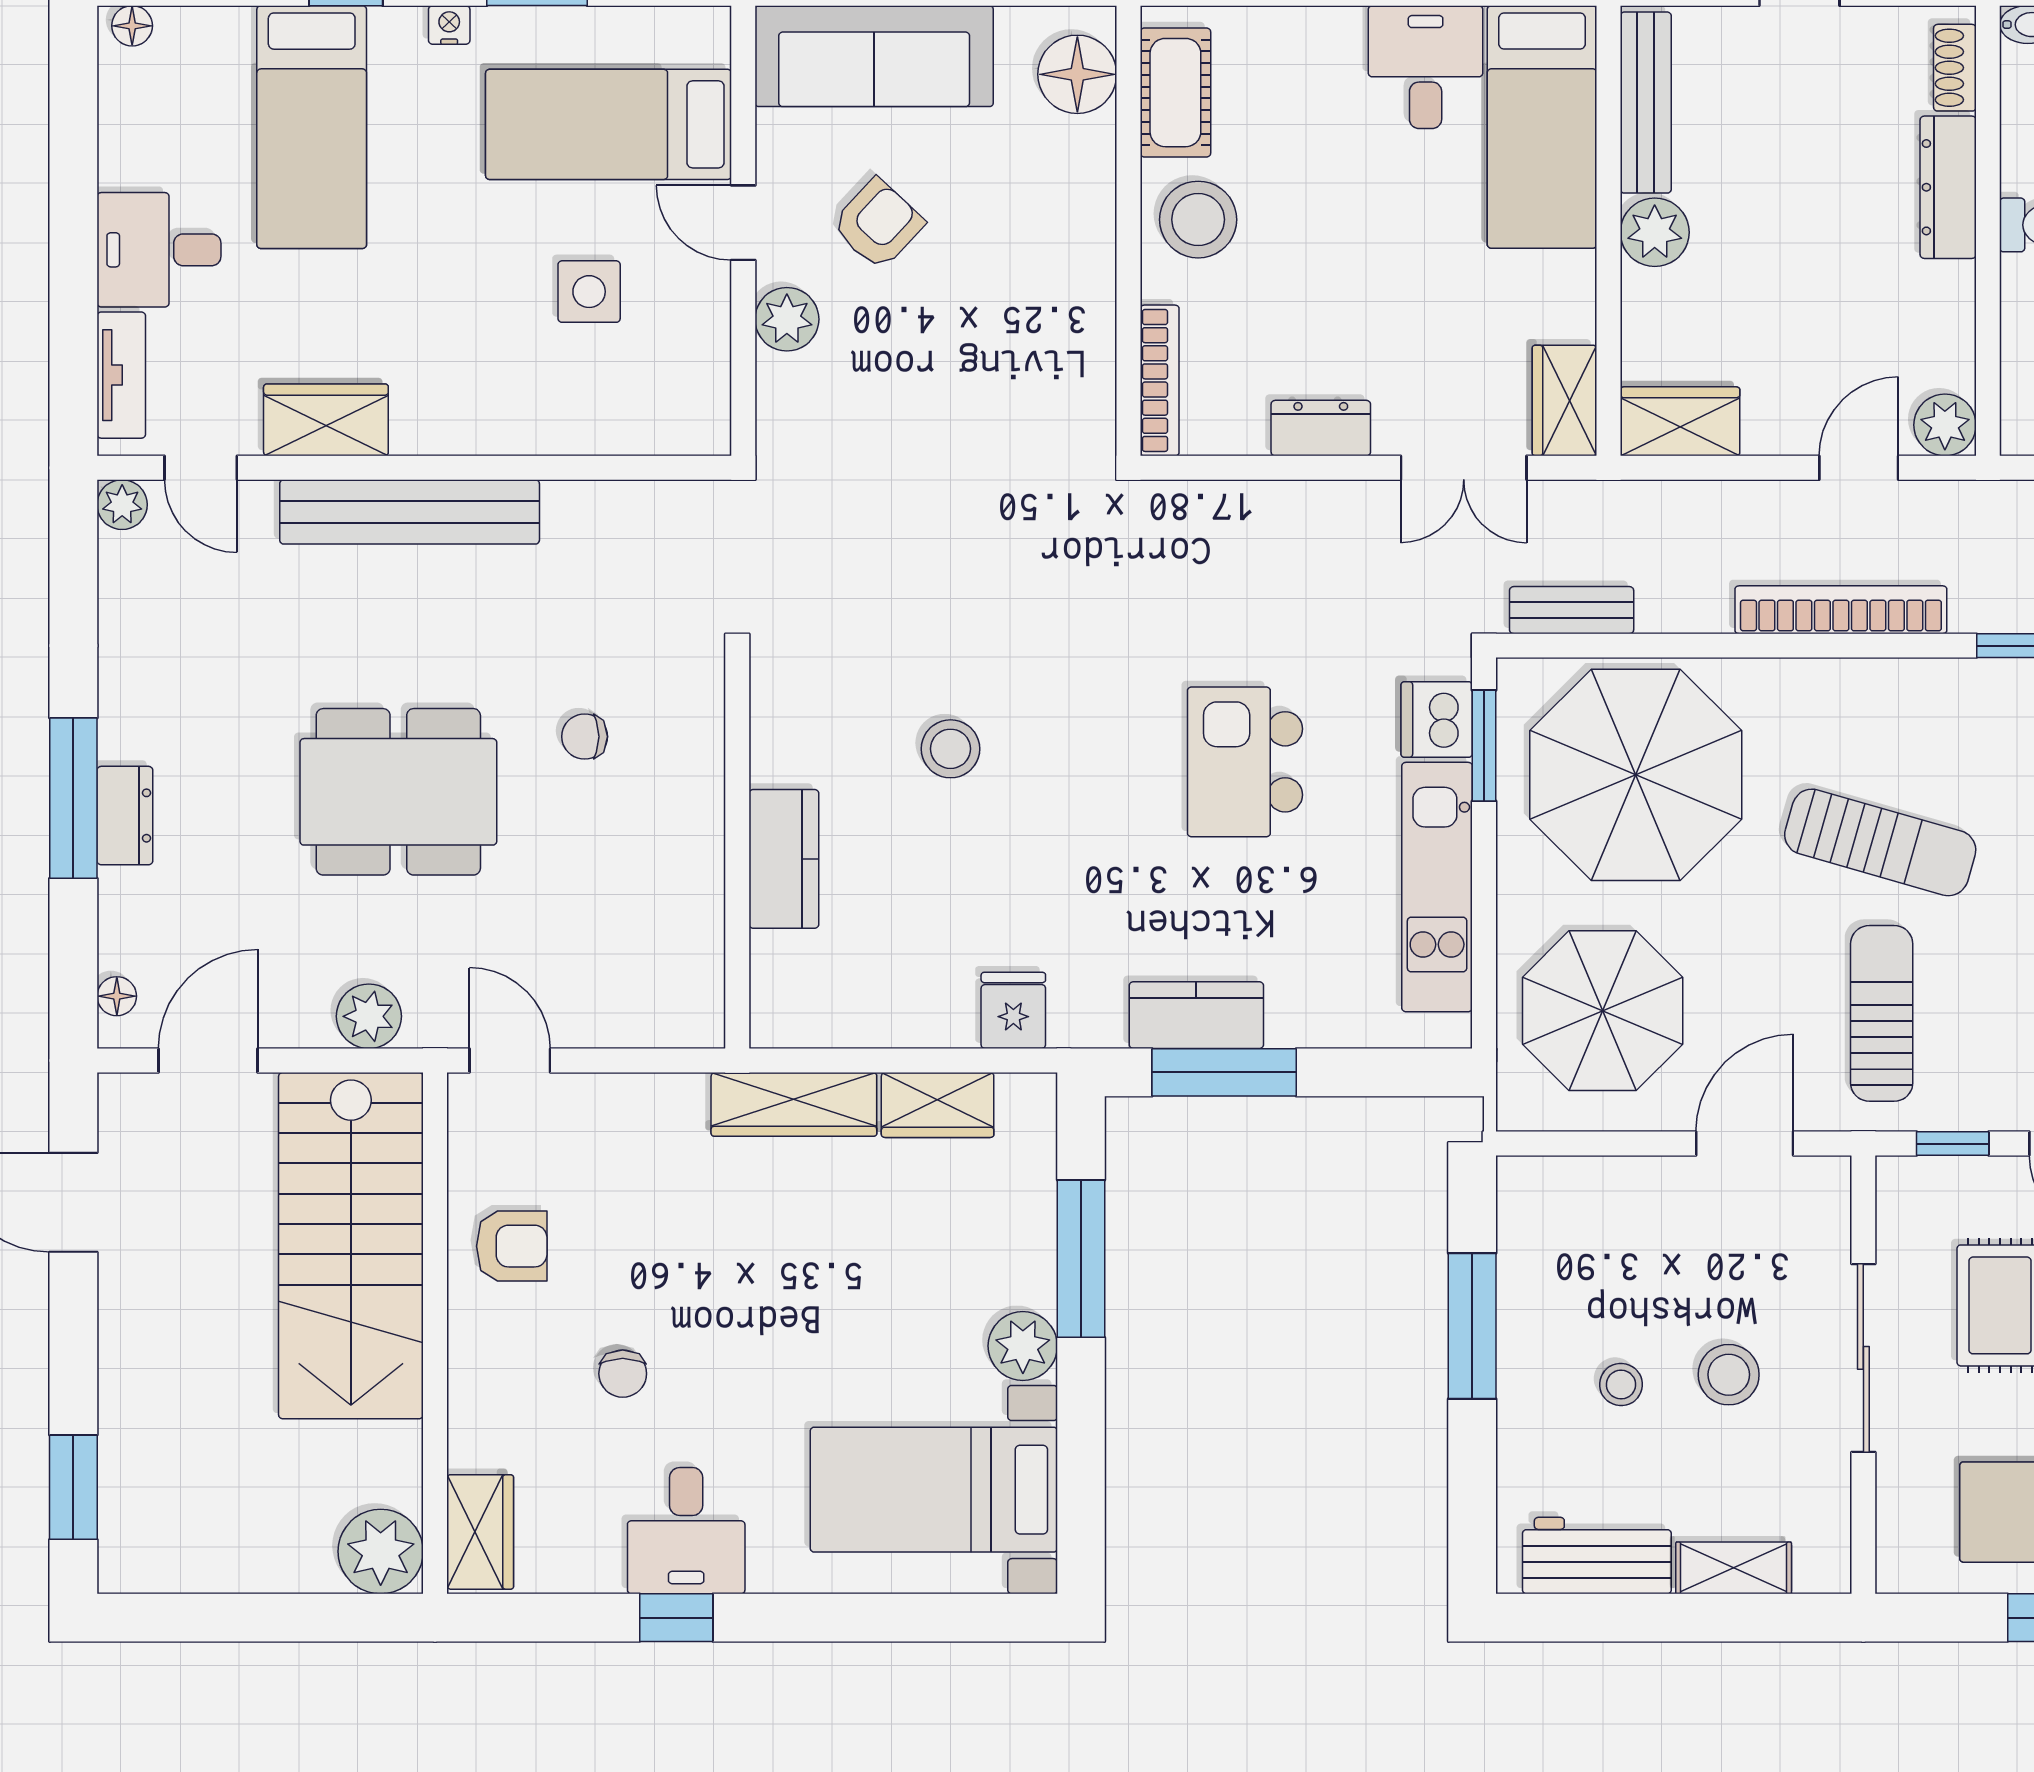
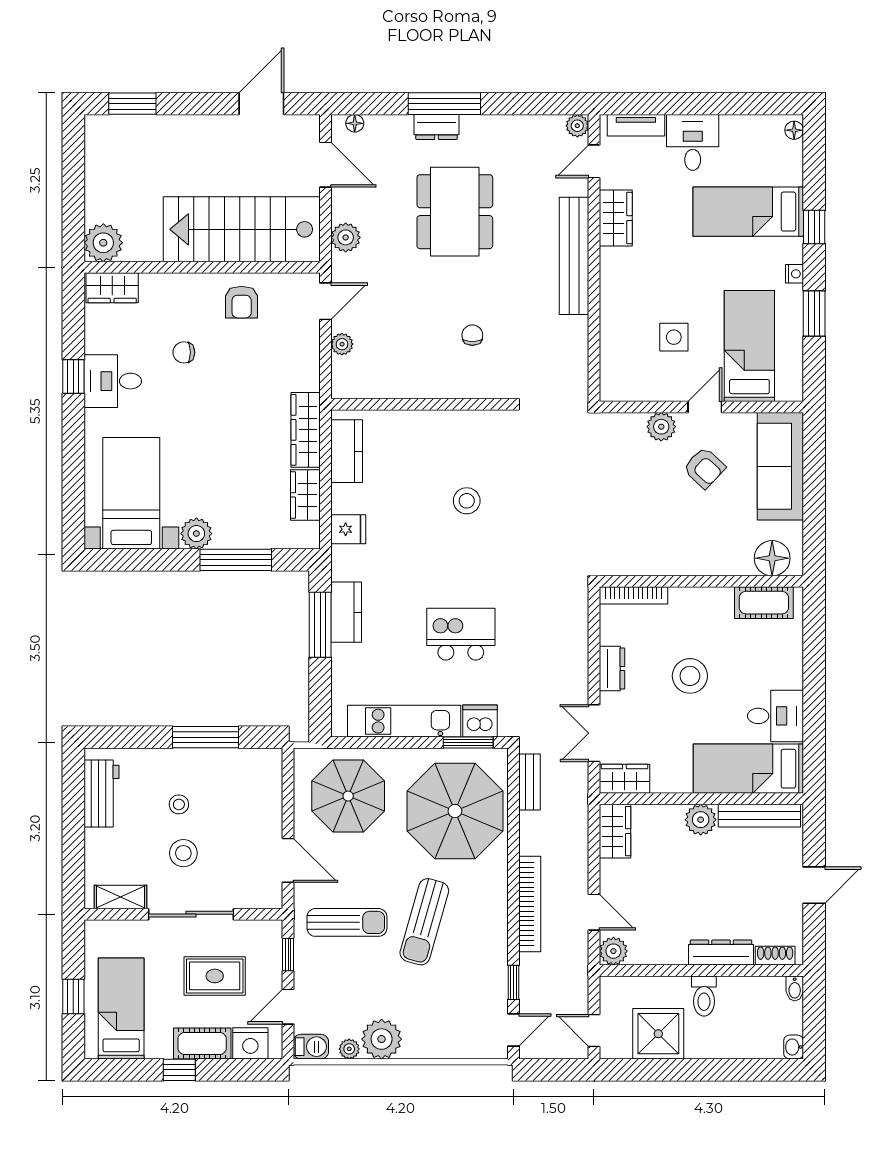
stool: (1198, 220) -> (690, 676), moved
dining table: (398, 792) -> (455, 212), moved
kitchen counter: (784, 859) -> (347, 451), moved, turned -90
plant: (605, 1024) -> (342, 344), added
shelving: (1734, 1568) -> (121, 897), moved, turned 90

